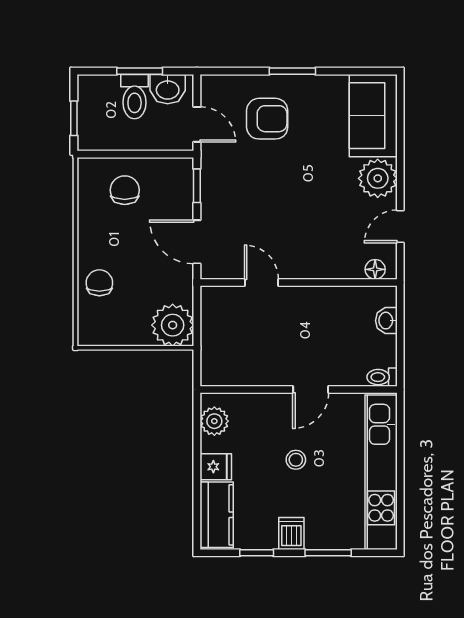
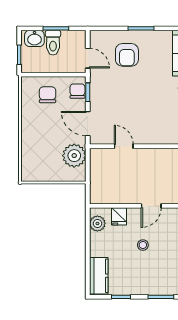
washbasin: (168, 89) -> (34, 38), moved
armchair: (267, 119) -> (127, 55), turned 90
chair: (99, 283) -> (77, 91), moved
plant: (173, 325) -> (74, 156), moved
fridge: (216, 467) -> (119, 216), moved, turned 90
dishwasher: (291, 533) -> (140, 286), removed

